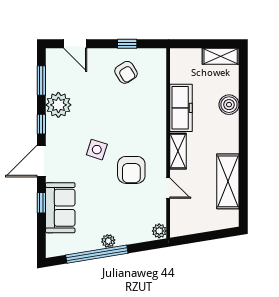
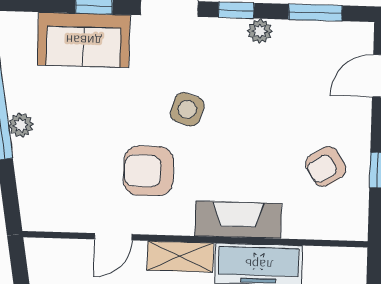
plant: (58, 105) -> (260, 31), width x0.53, depth x0.53
fireplace: (157, 120) -> (238, 220), added
plant: (159, 231) -> (36, 218), removed

